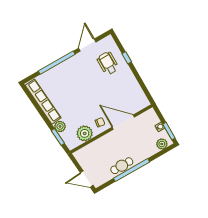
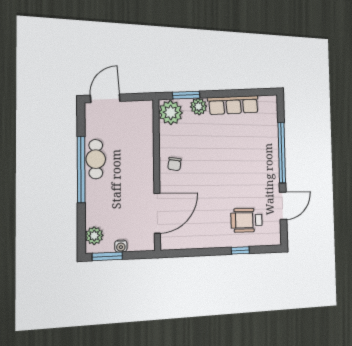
door: (87, 45) -> (283, 206), hinge flipped
wheelchair: (108, 63) -> (247, 220), turned 180
row of seats: (43, 102) -> (233, 105), width x0.73
door: (123, 122) -> (157, 213), moved
plant: (85, 133) -> (171, 112), moved

